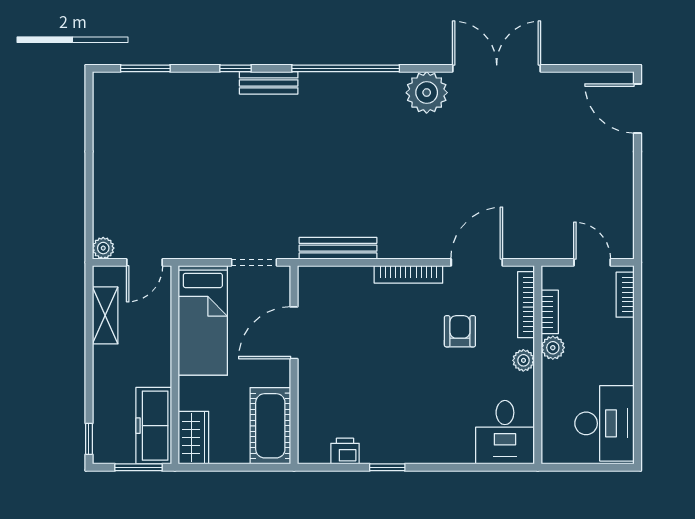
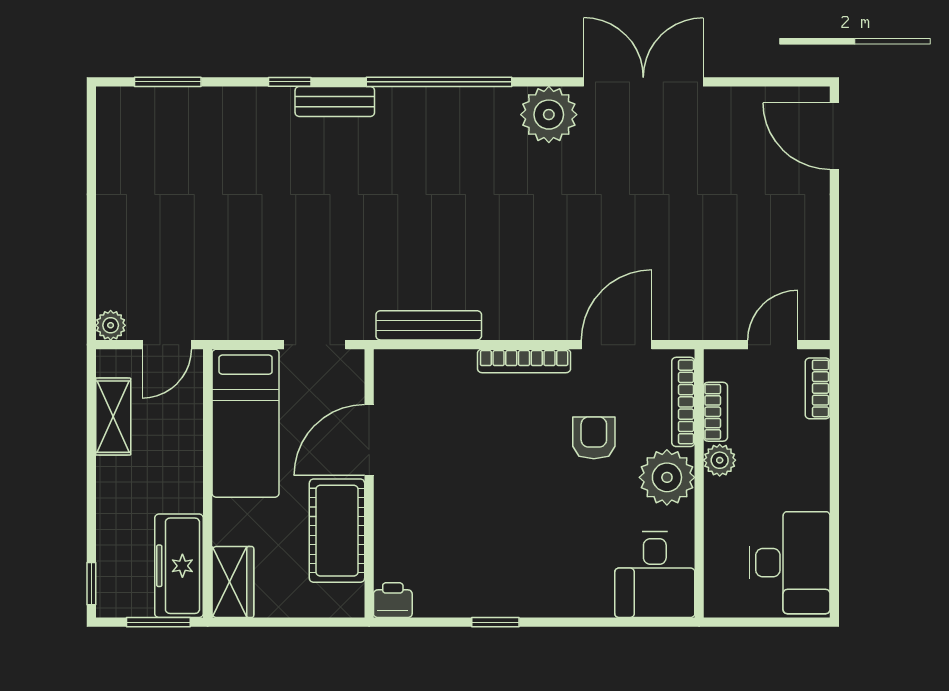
door: (592, 262) -> (773, 345), hinge flipped
plant: (523, 360) -> (667, 477), width x1.87, depth x1.87
cot: (270, 426) -> (337, 531), moved
printer: (345, 451) -> (393, 600), moved

